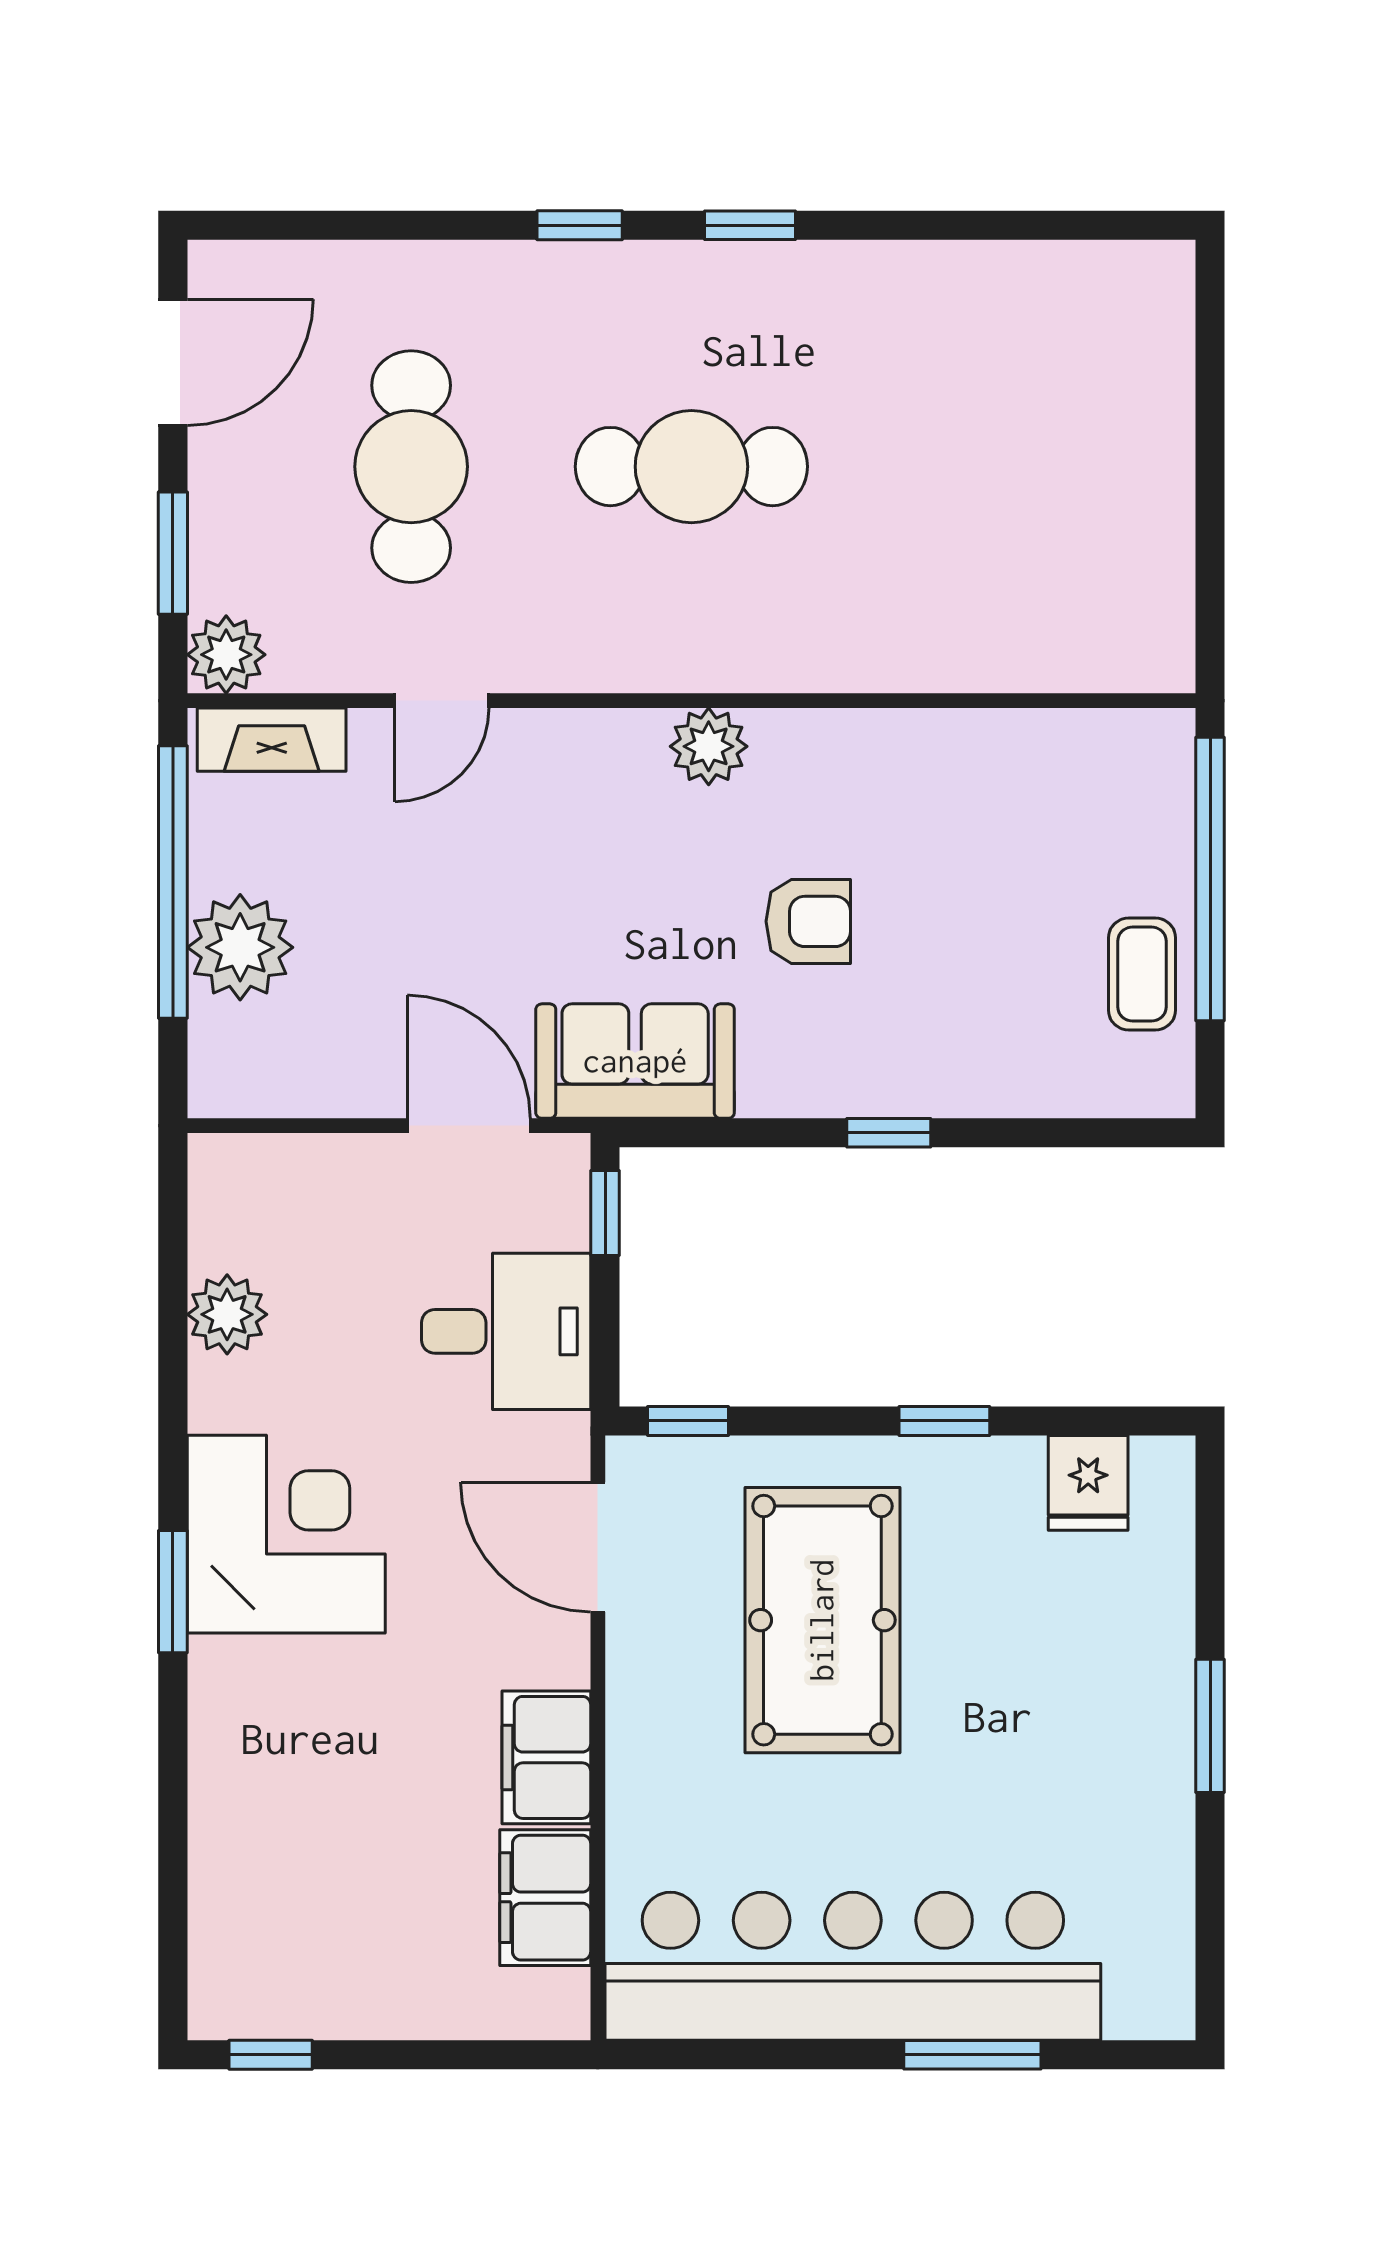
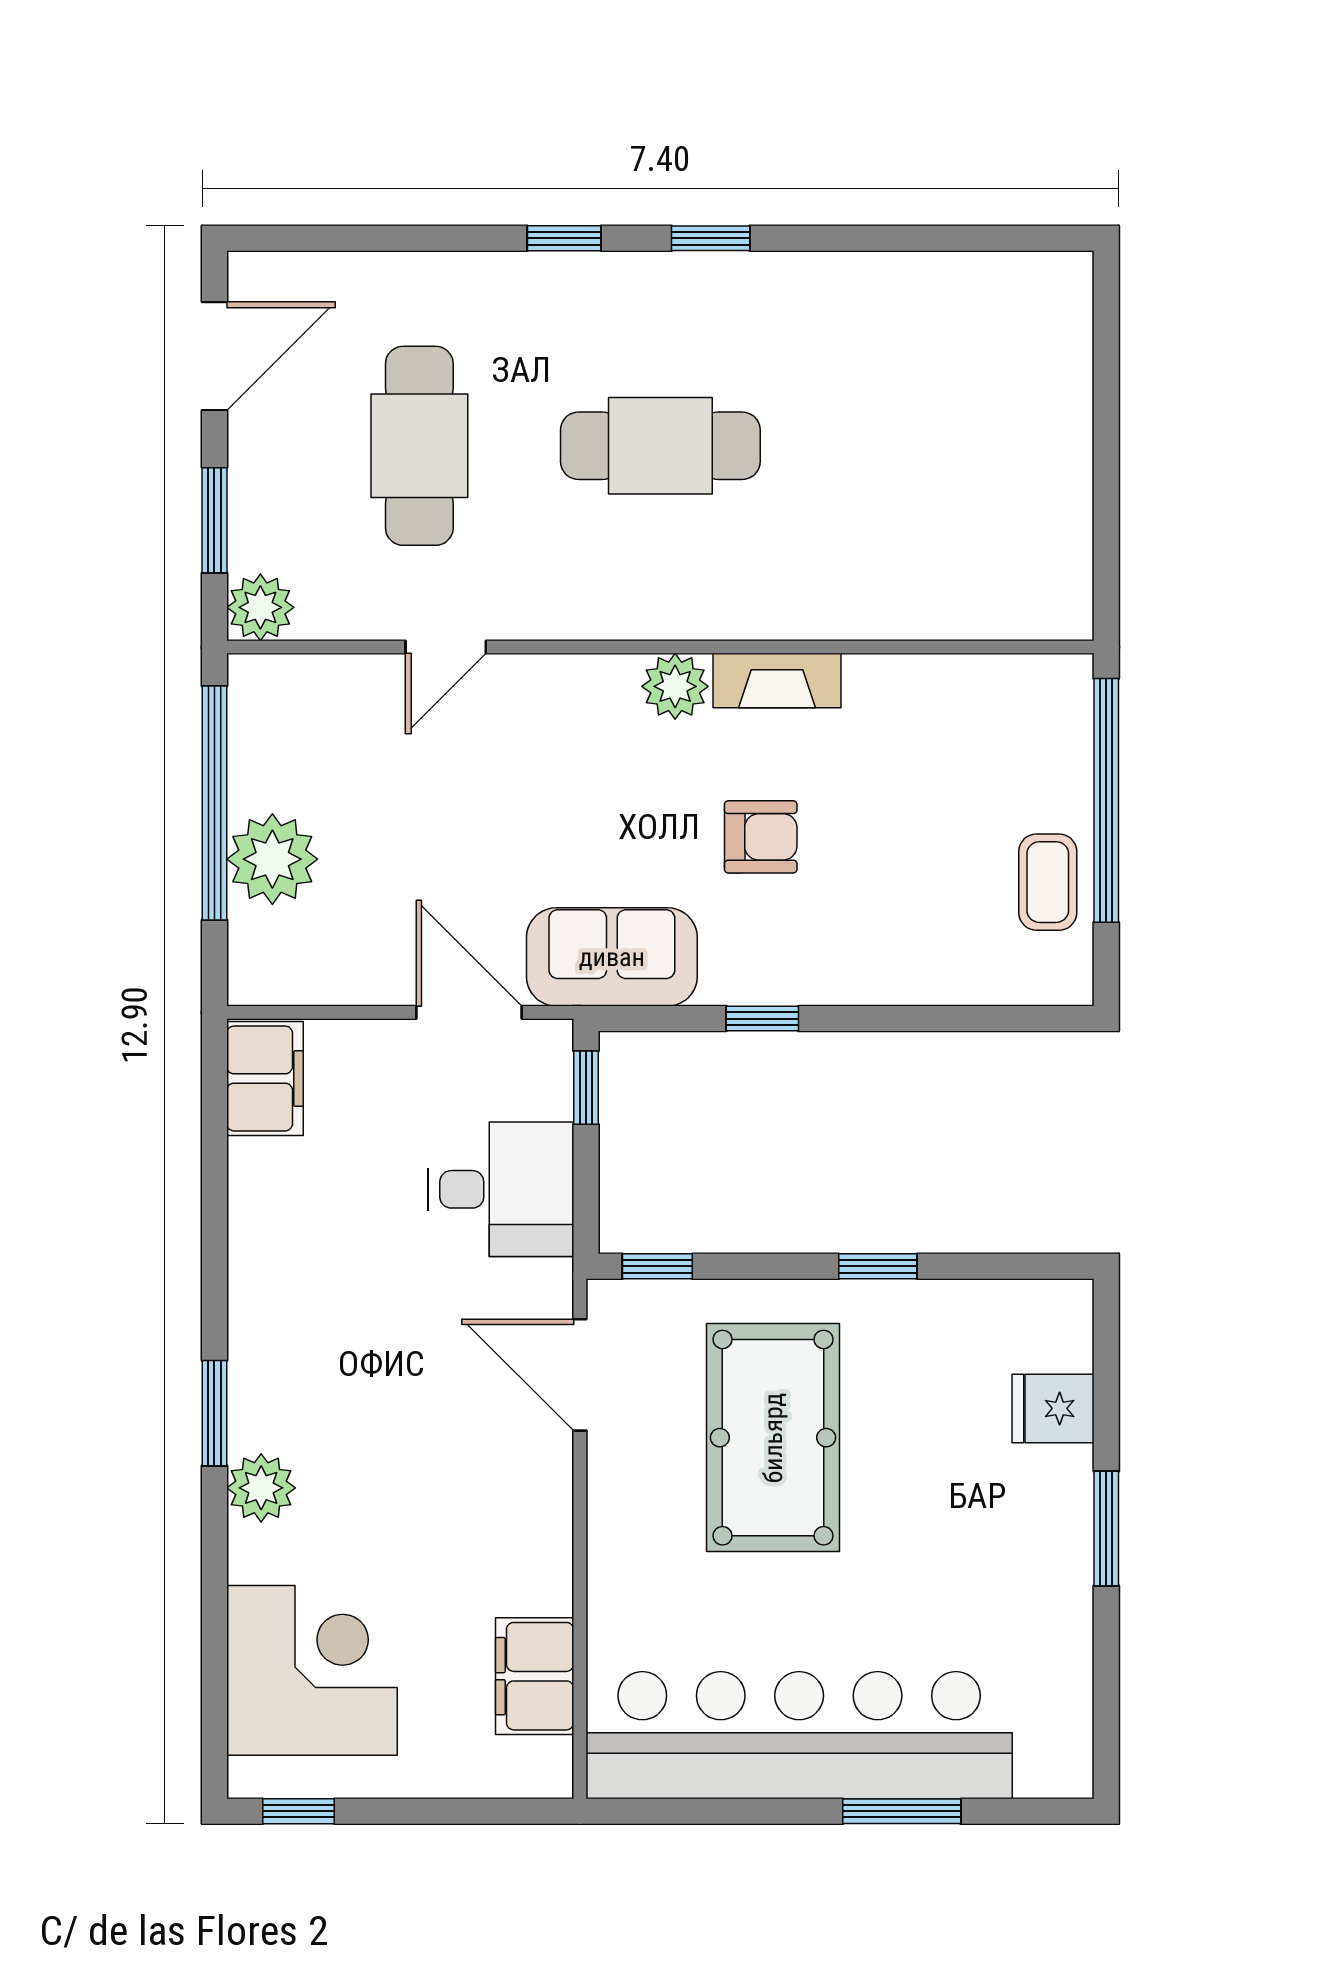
fireplace: (272, 740) -> (777, 681), moved
window: (889, 1133) -> (762, 1019), moved
plant: (227, 1314) -> (261, 1488), moved
fridge: (1088, 1483) -> (1053, 1408), moved, turned 90
corner desk: (286, 1534) -> (312, 1670), moved
filing cabinet: (546, 1757) -> (265, 1078), moved, turned 180

